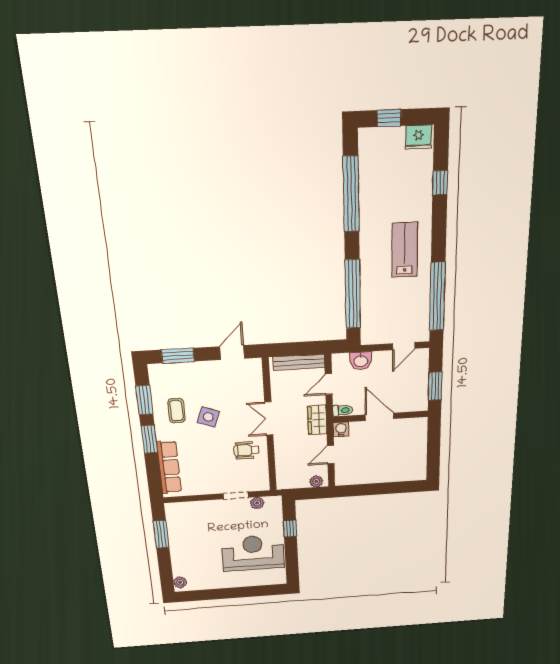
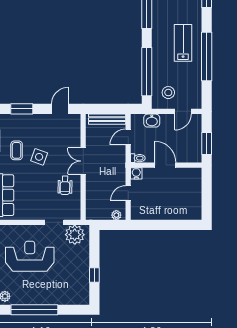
window: (437, 297) -> (207, 57), moved
stool: (383, 321) -> (168, 93), added
wardrobe: (317, 420) -> (119, 164), removed
wheelchair: (246, 450) -> (65, 185), turned -89
plant: (257, 503) -> (75, 235), width x1.87, depth x1.87
window: (290, 529) -> (94, 275), moved
reception desk: (253, 553) -> (30, 256), moved
window: (219, 594) -> (34, 310), added

